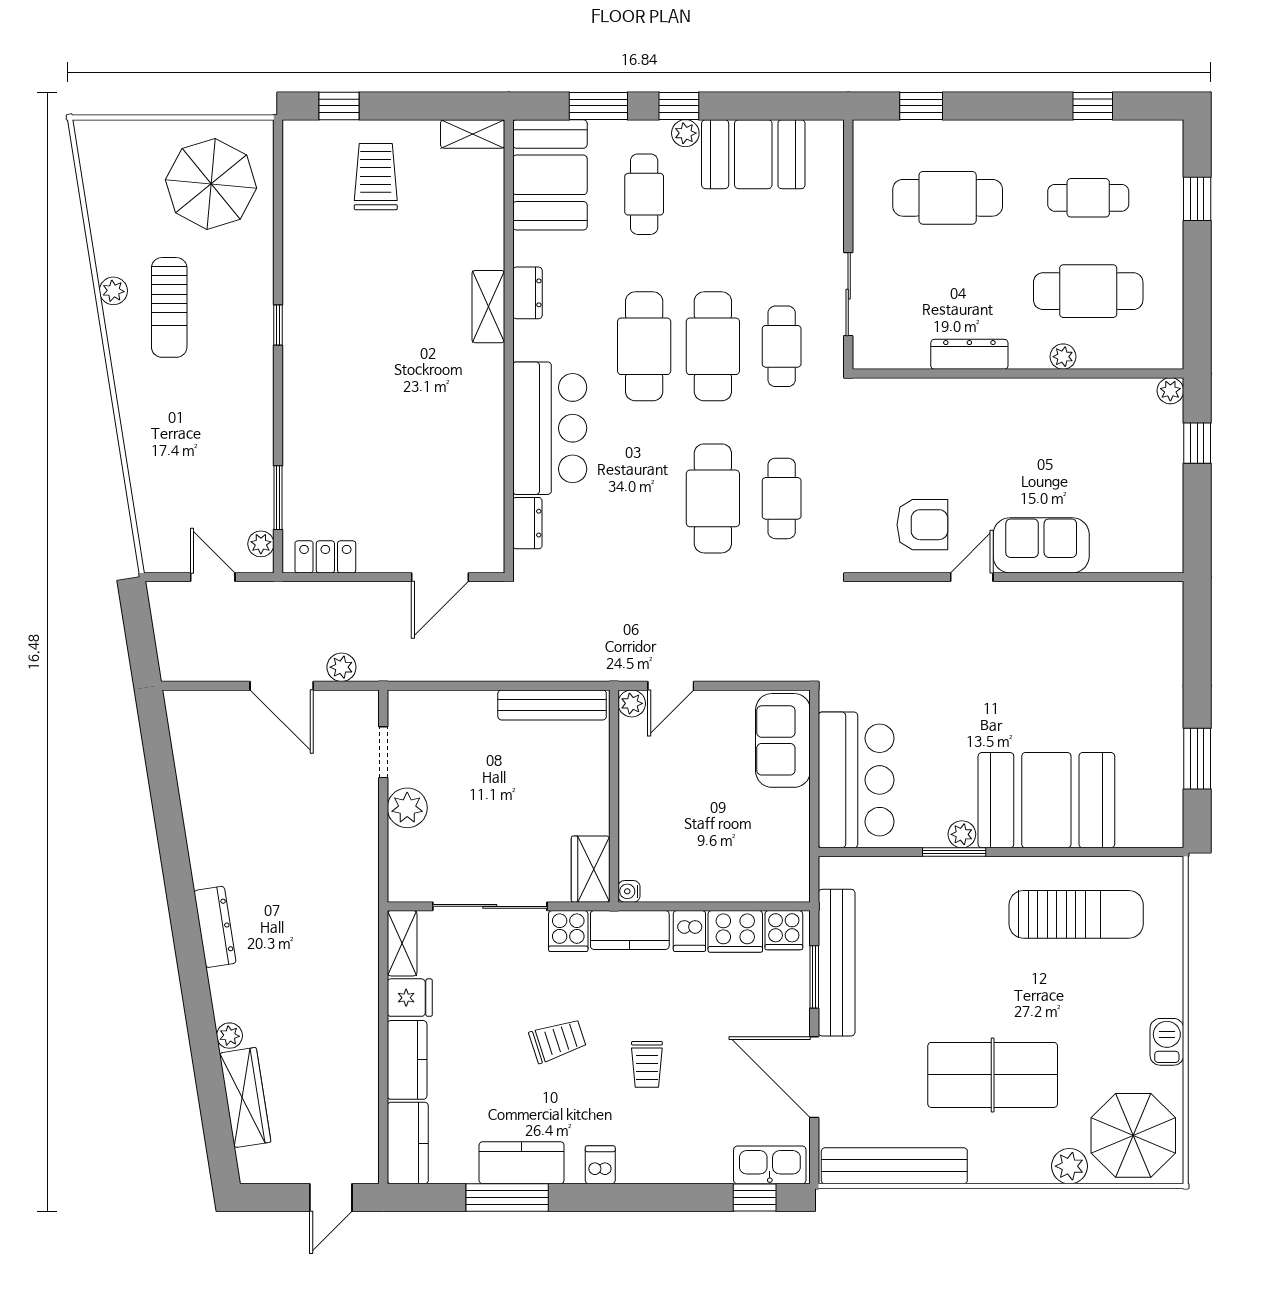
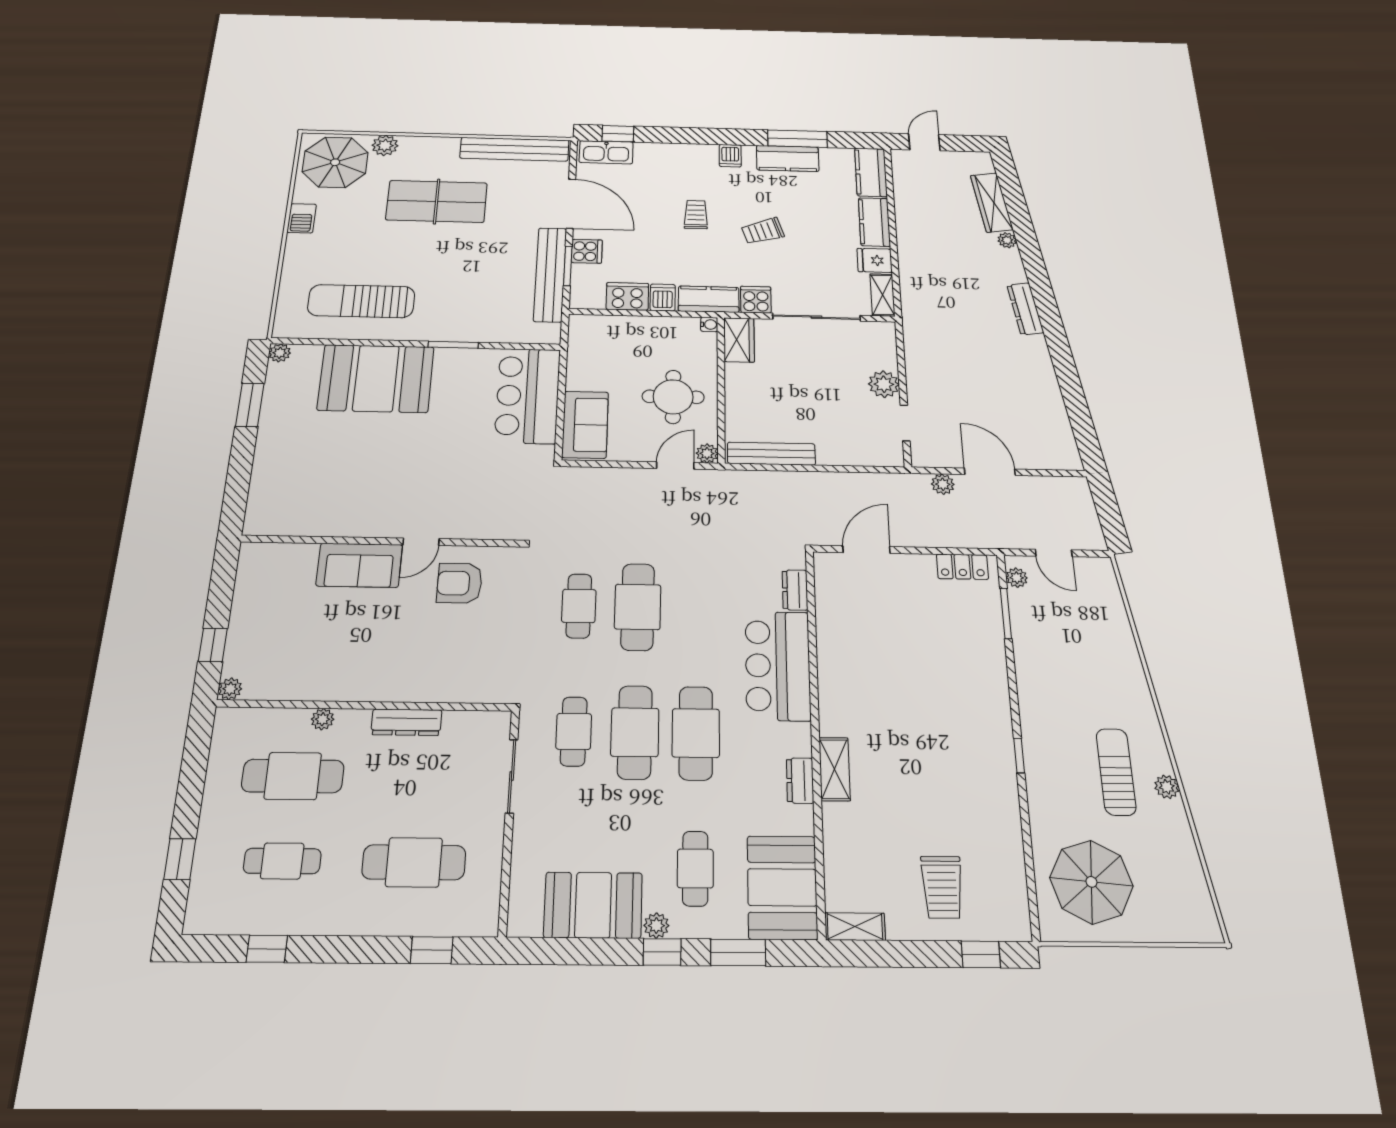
round table: (674, 783) -> (673, 397), added
plant: (962, 834) -> (280, 353), moved
cooker: (784, 930) -> (587, 251), moved, turned 90

